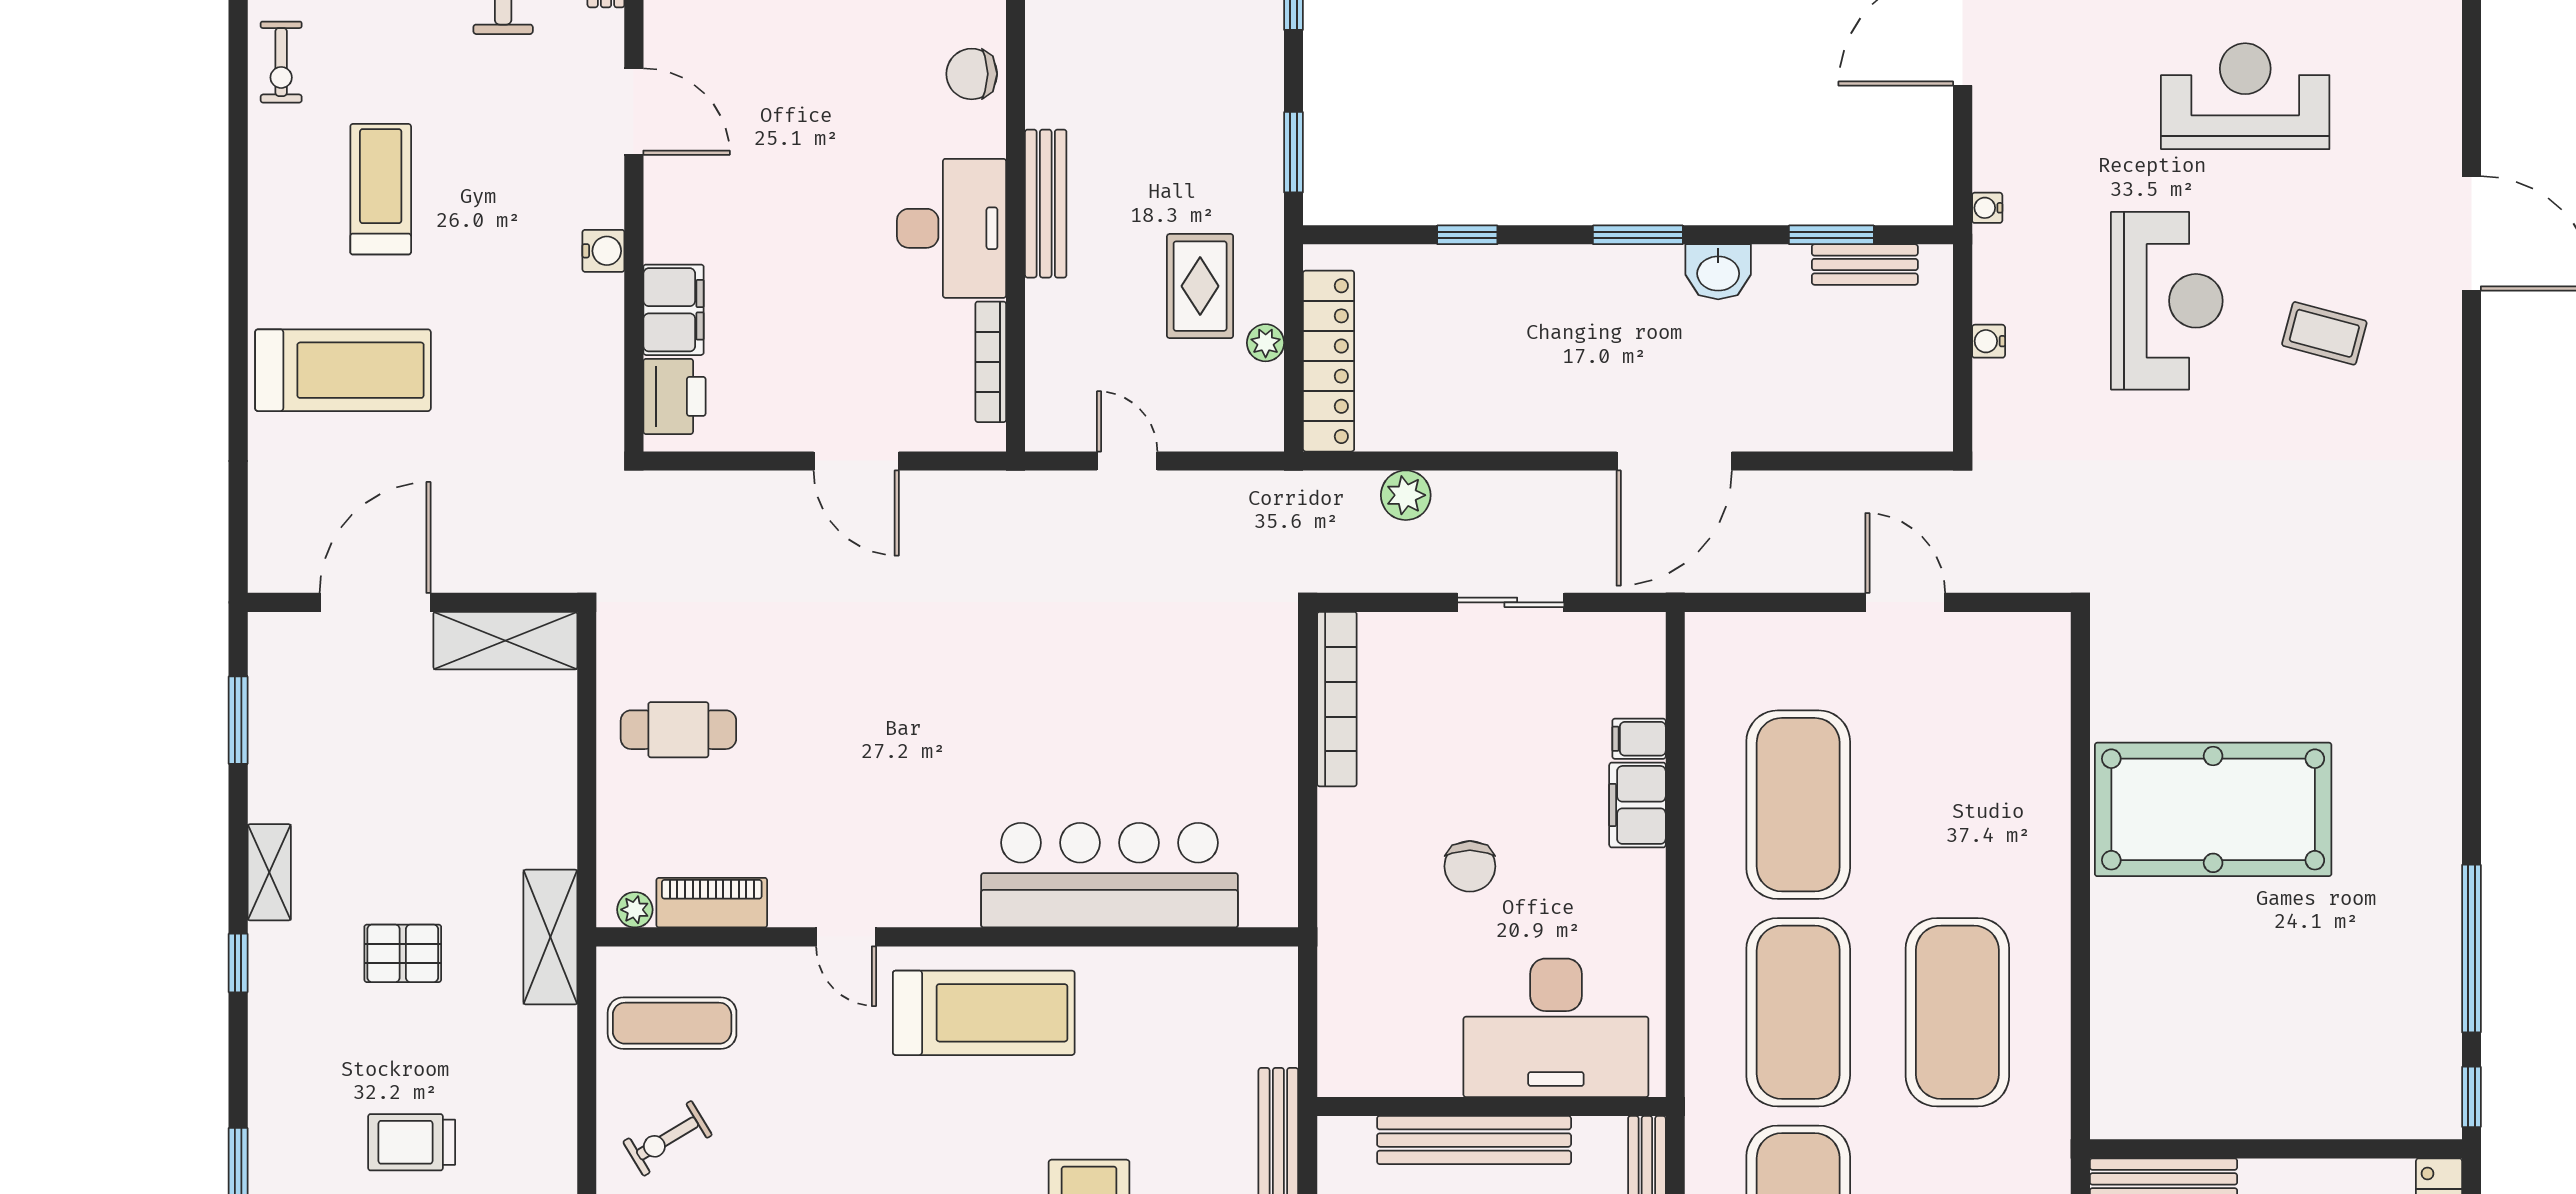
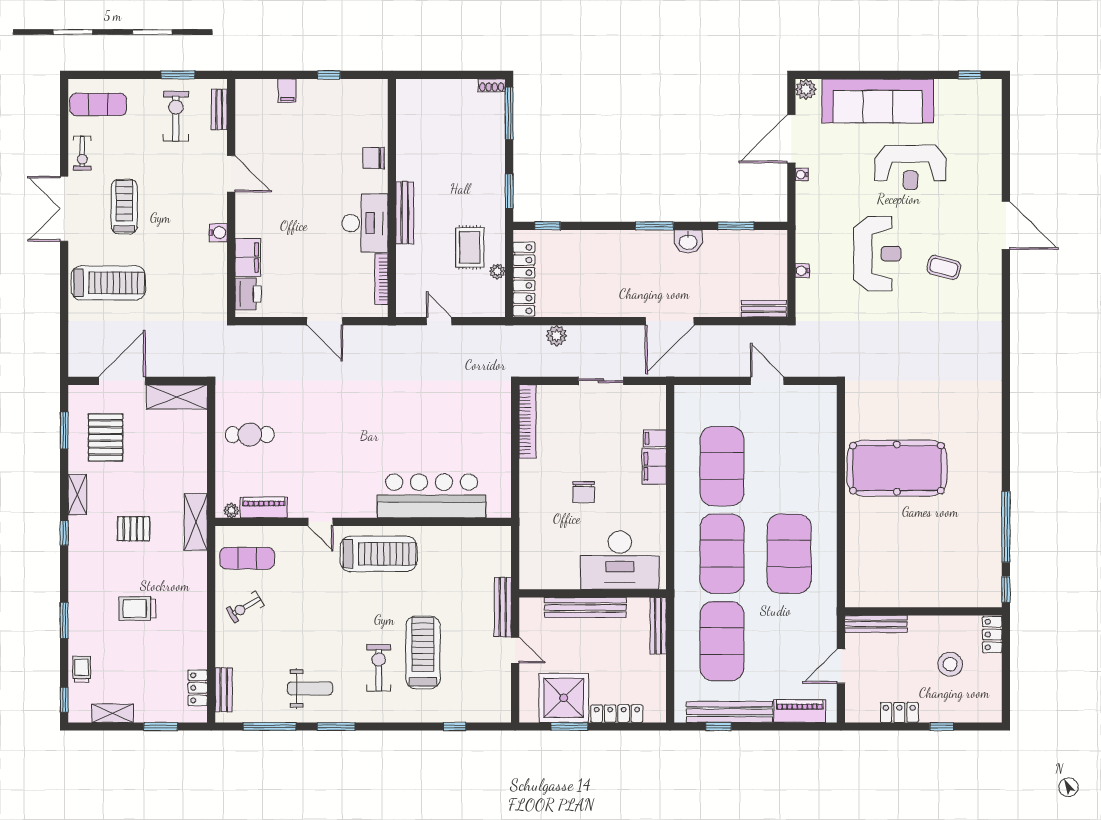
reception desk: (2245, 96) -> (910, 167), turned 180
double door: (238, 194) -> (64, 209), added
water cooler: (1987, 208) -> (802, 175), moved
window: (1467, 235) -> (547, 226), moved
bench: (1865, 265) -> (764, 309), moved
pallet: (336, 736) -> (106, 437), added

